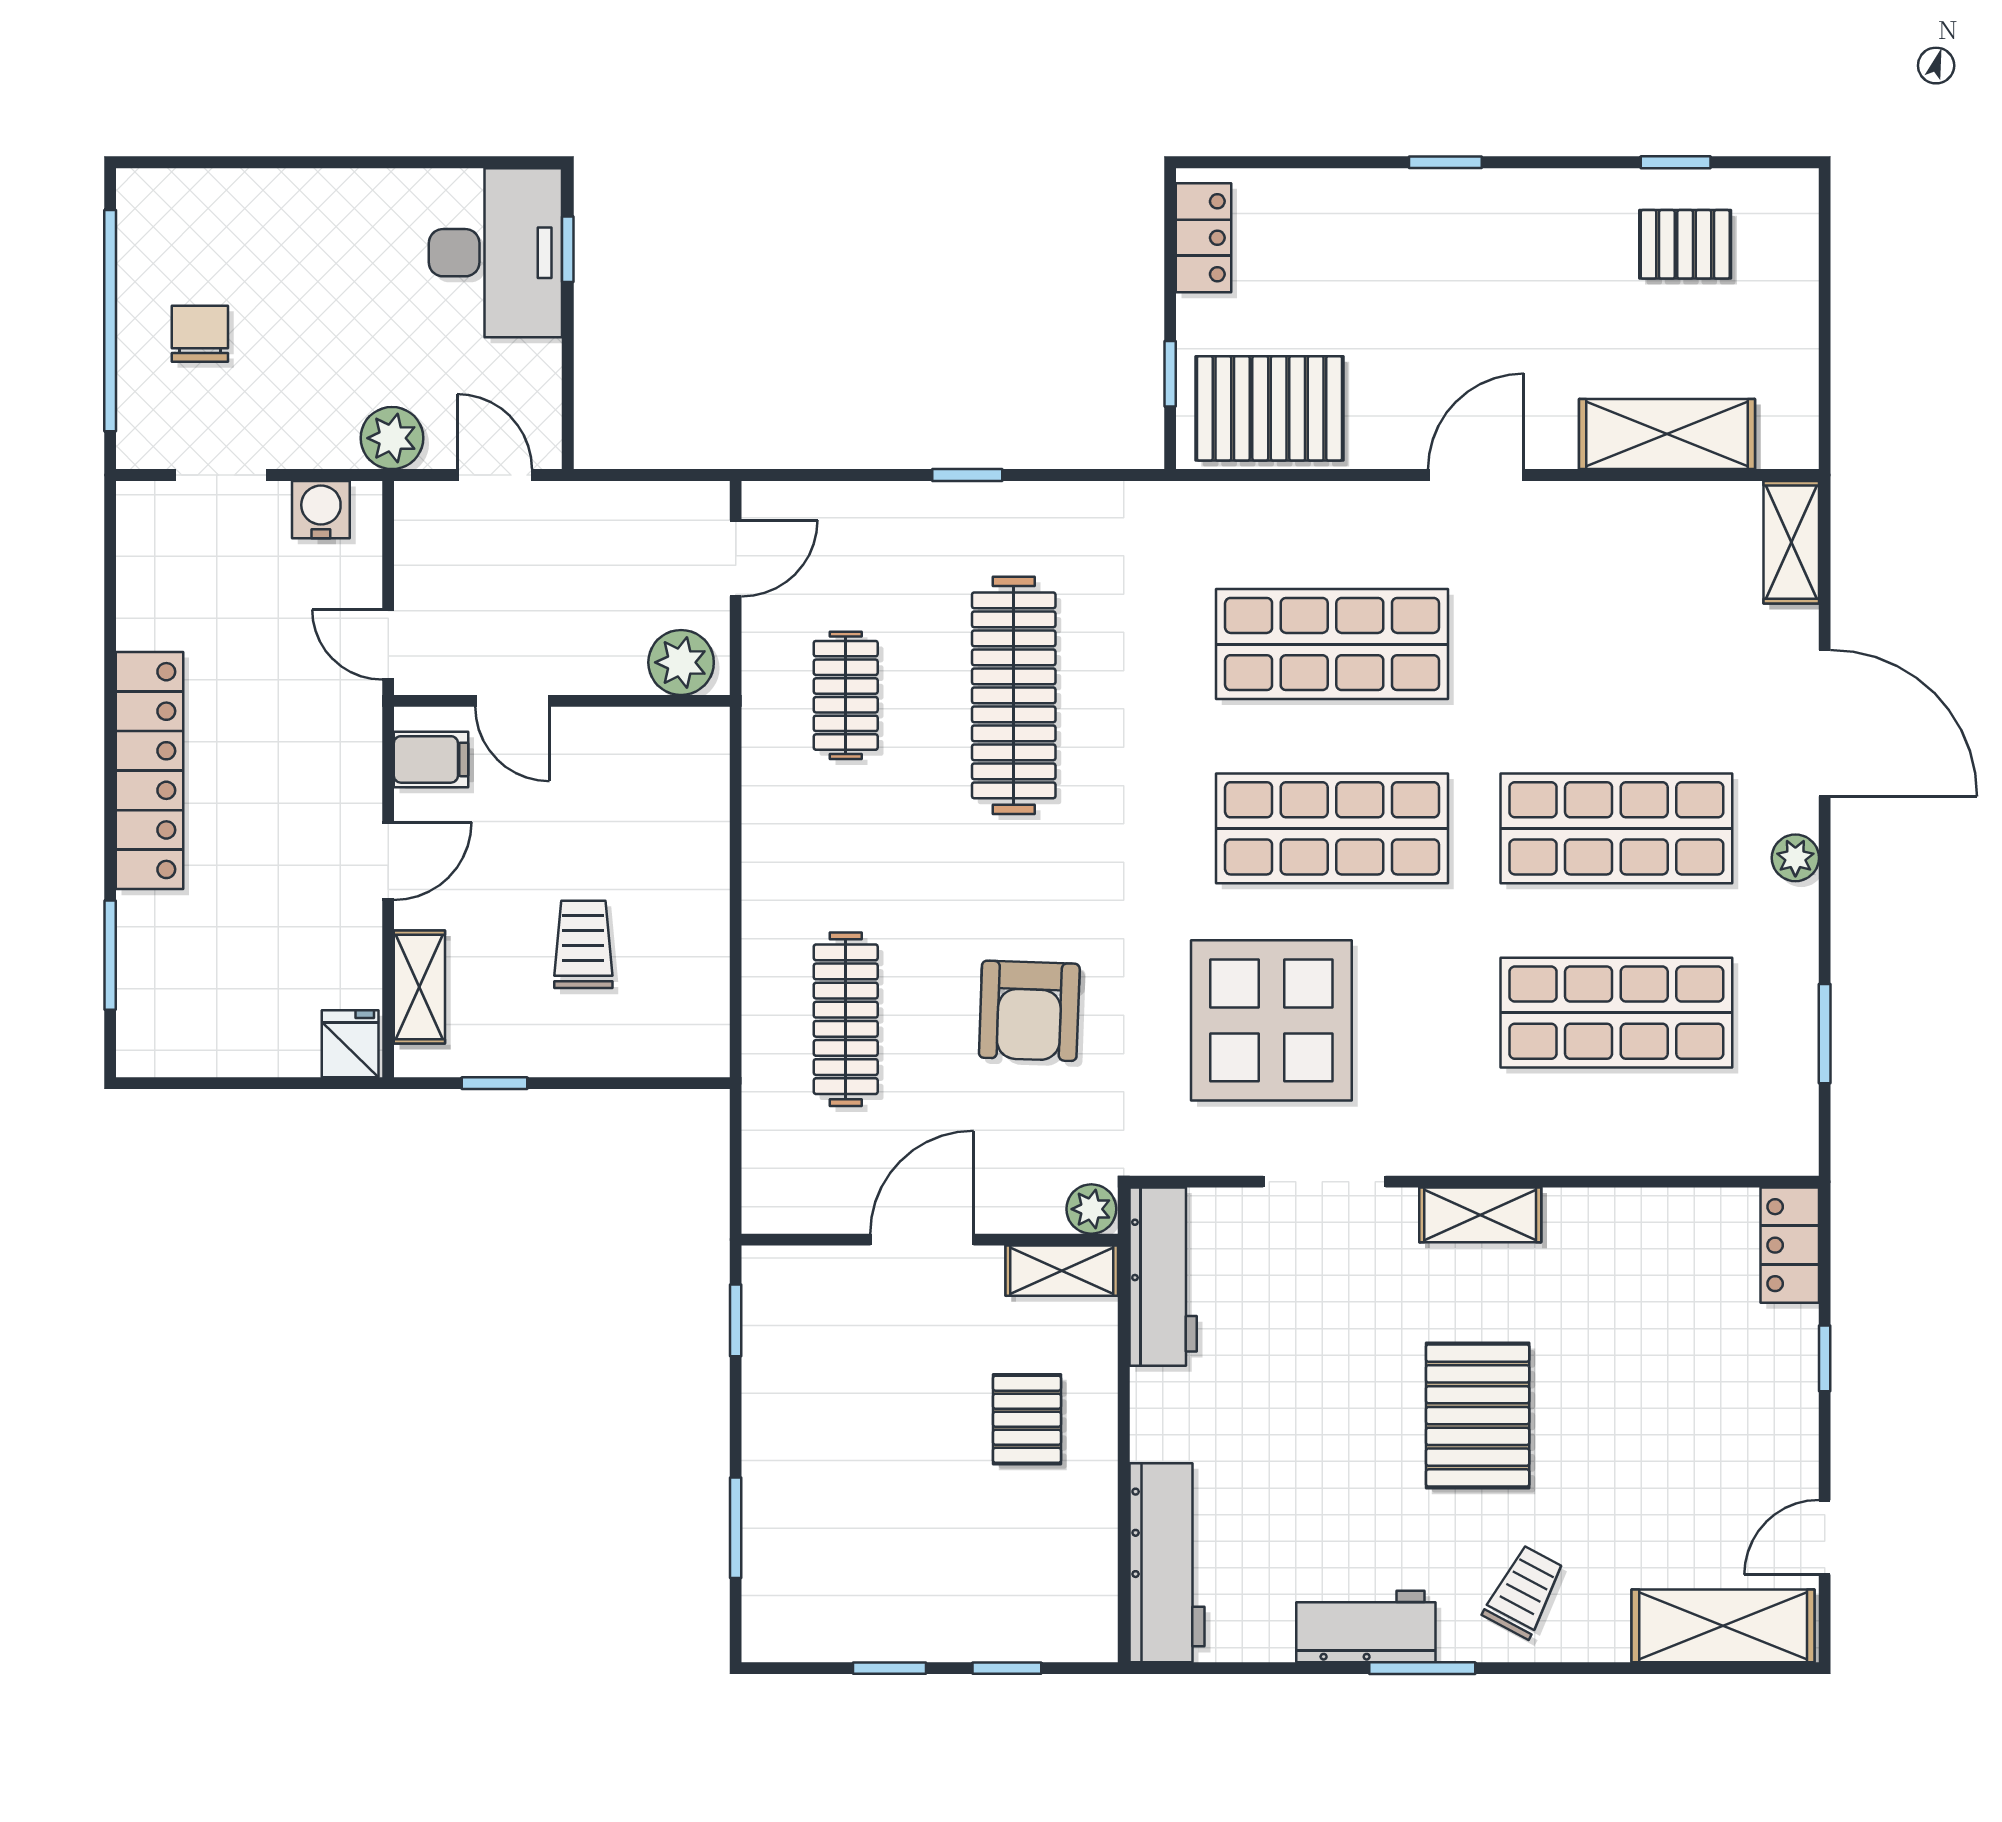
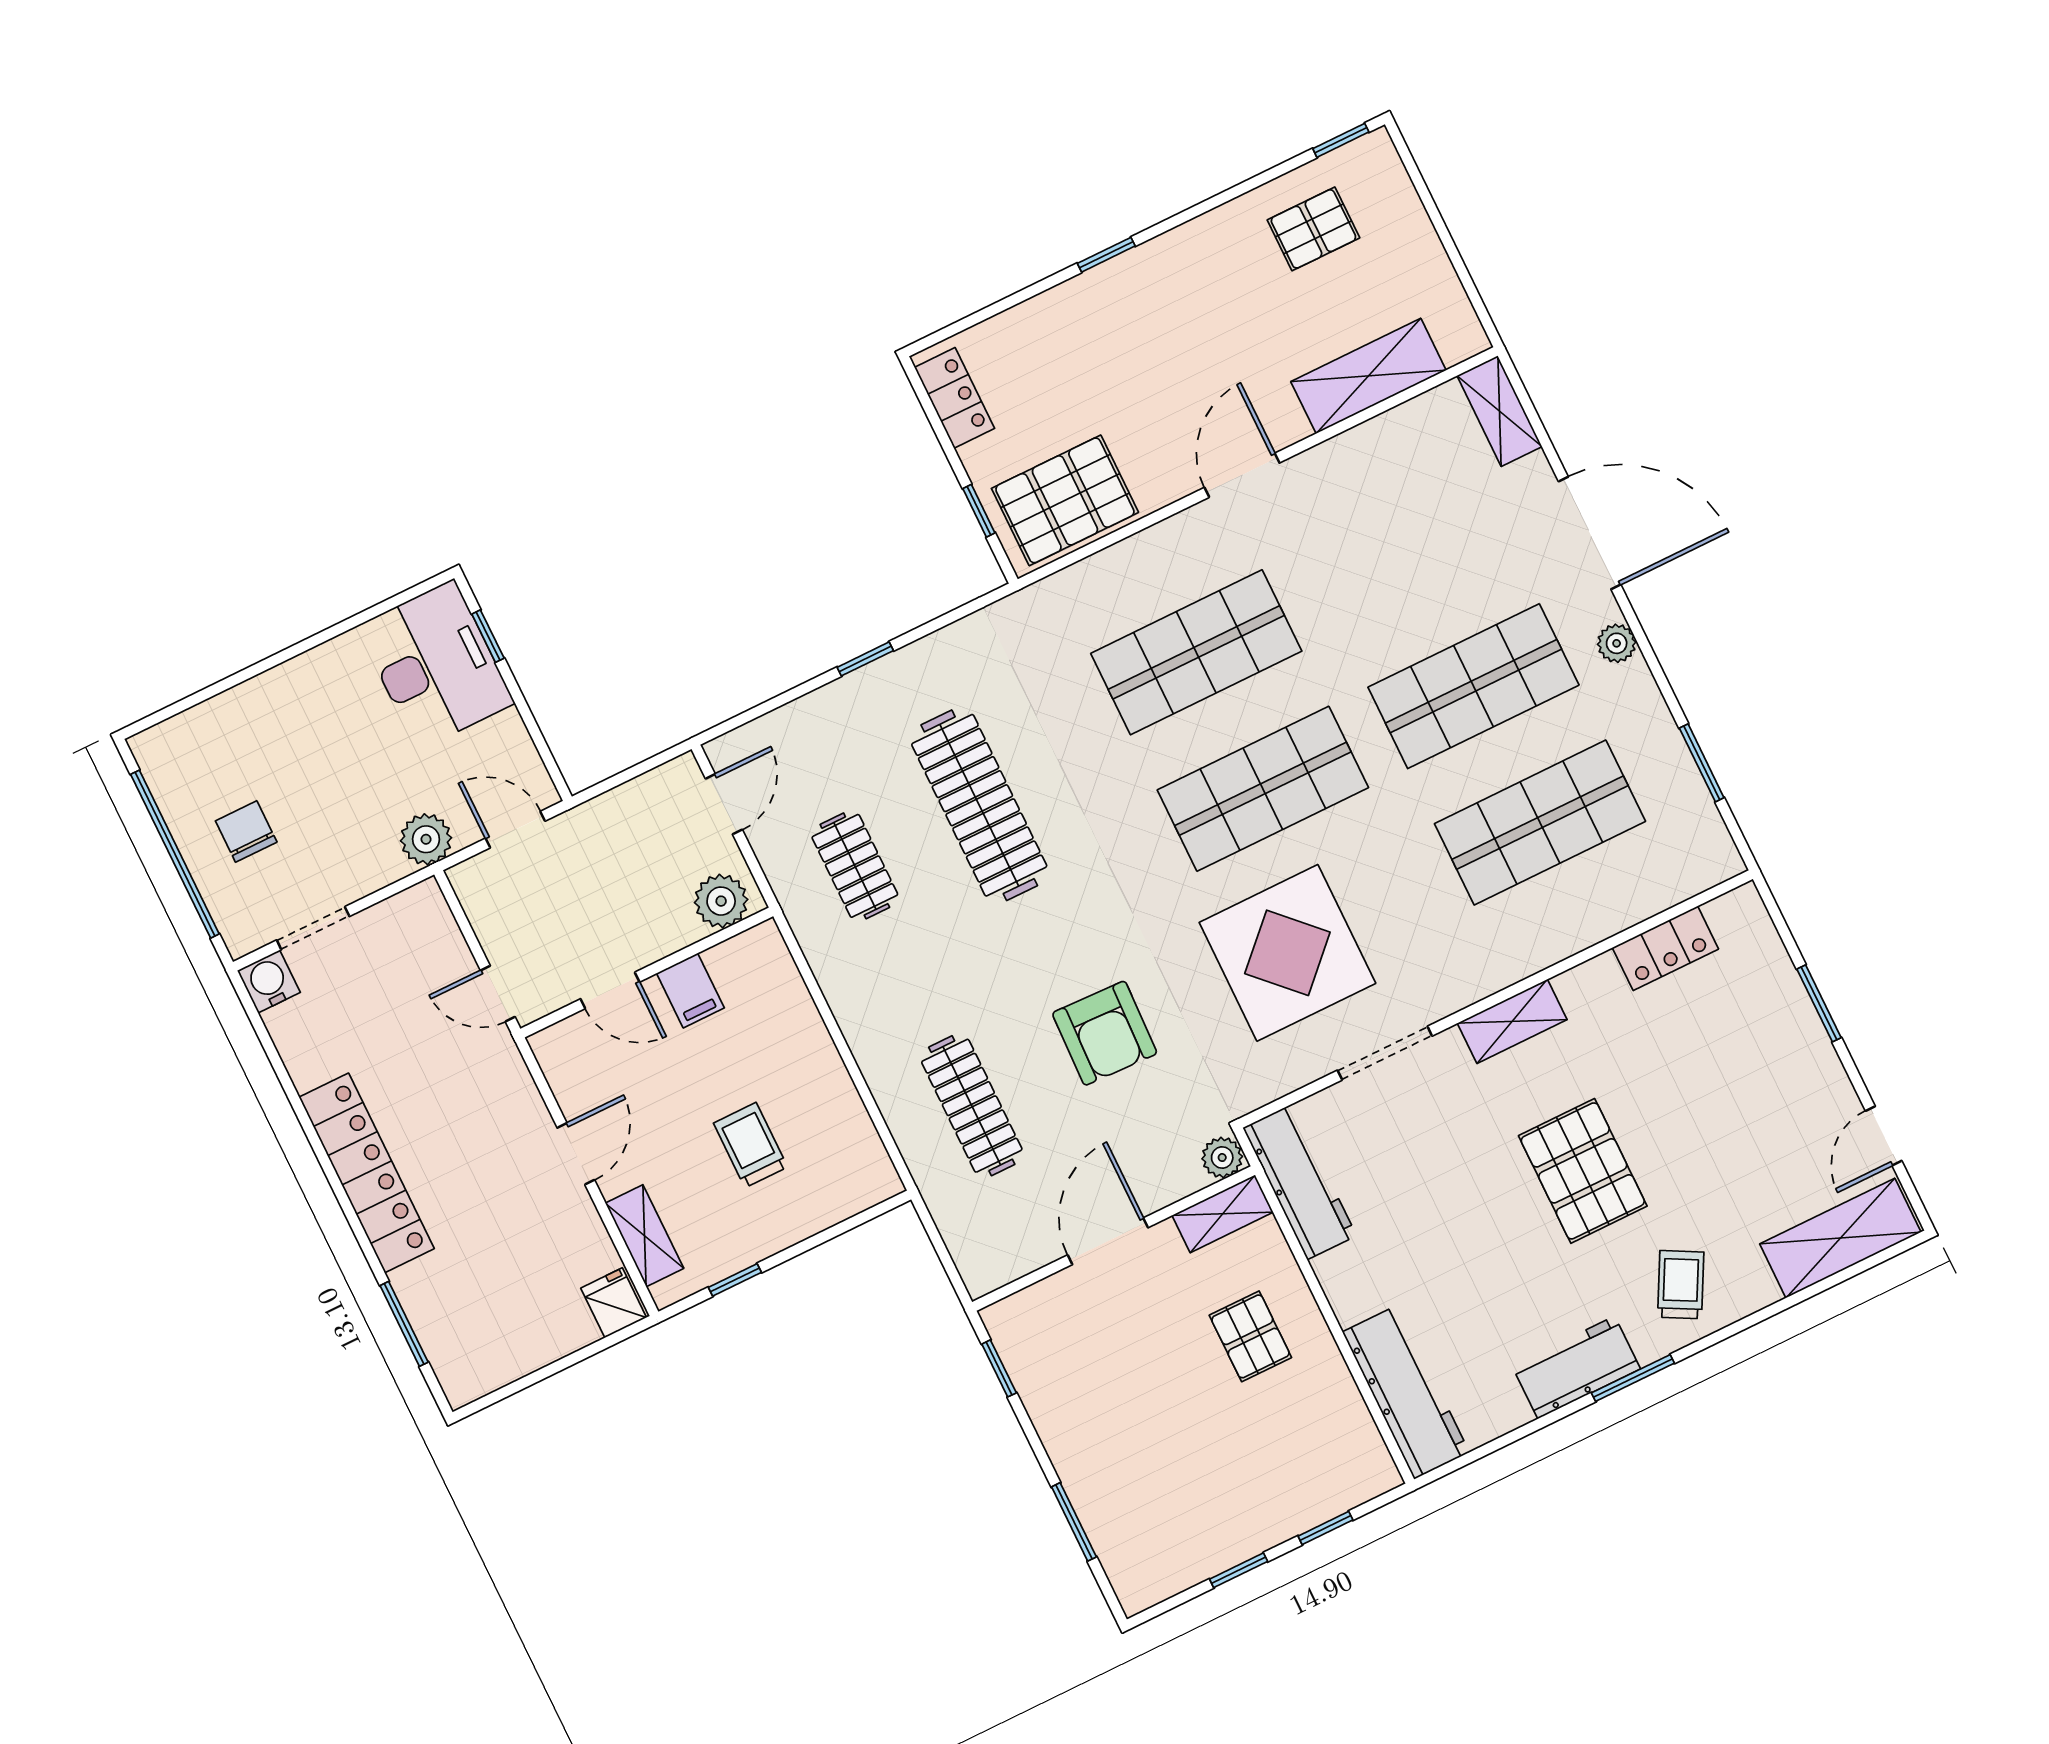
window: (1676, 162) -> (1341, 140), moved
water cooler: (321, 510) -> (269, 982), moved
filing cabinet: (431, 759) -> (690, 991), moved, turned 90
locker: (1790, 1245) -> (1665, 948), moved, turned -90
window: (1825, 1358) -> (1819, 1003), width x1.50

